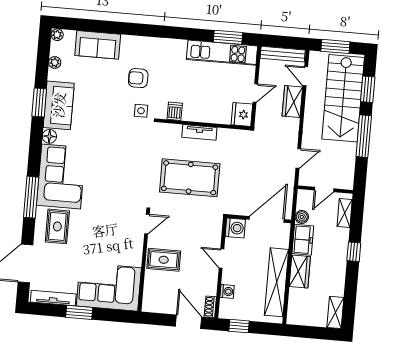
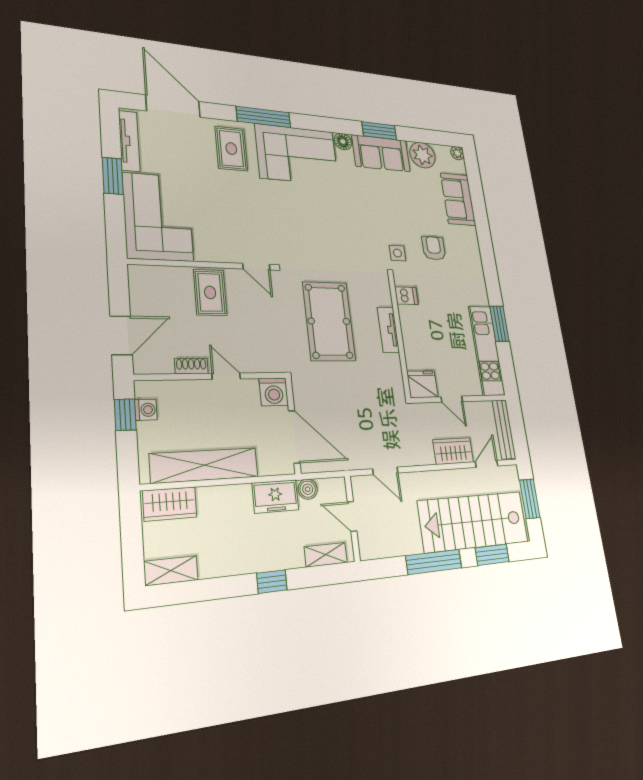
window: (228, 37) -> (499, 324), moved
plant: (55, 63) -> (423, 155), width x1.87, depth x1.87
rug: (57, 226) -> (231, 149), turned 90
door: (221, 259) -> (226, 376), hinge flipped
wardrobe: (300, 271) -> (170, 504), moved
washing machine: (227, 291) -> (146, 410), moved, turned -90
shoe rack: (210, 307) -> (191, 366), moved

